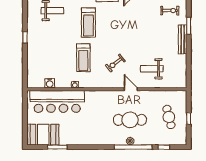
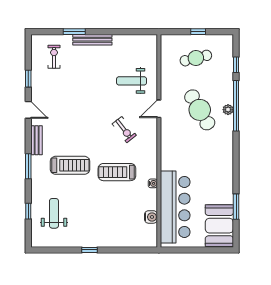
treadmill: (83, 58) -> (117, 172), turned 180
weight bench: (152, 69) -> (132, 81), turned 90
cafe table: (130, 120) -> (200, 110), turned -30

